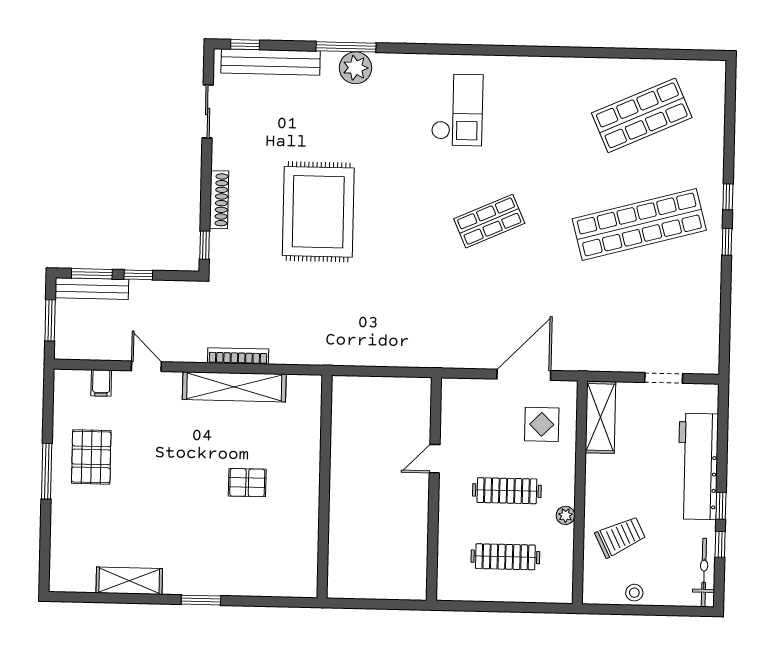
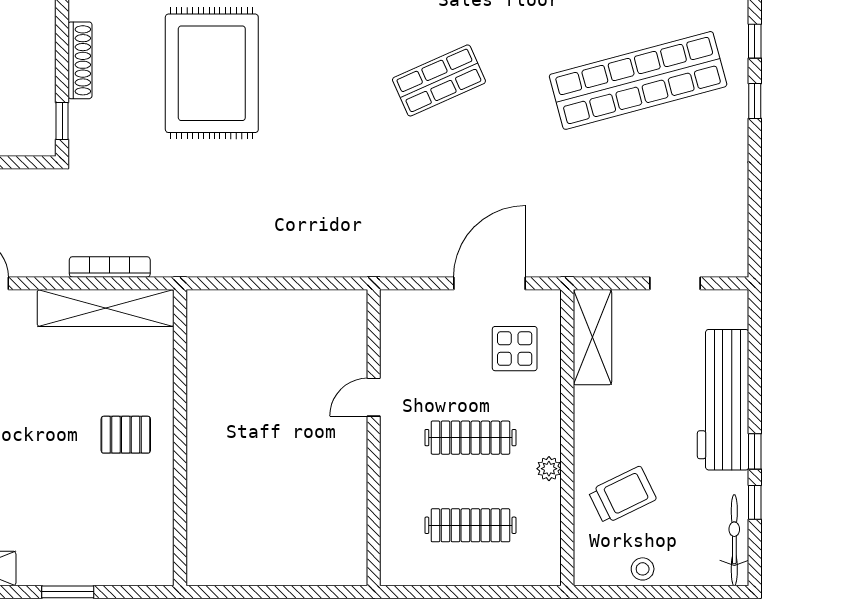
wall: (325, 487) -> (180, 438), moved

